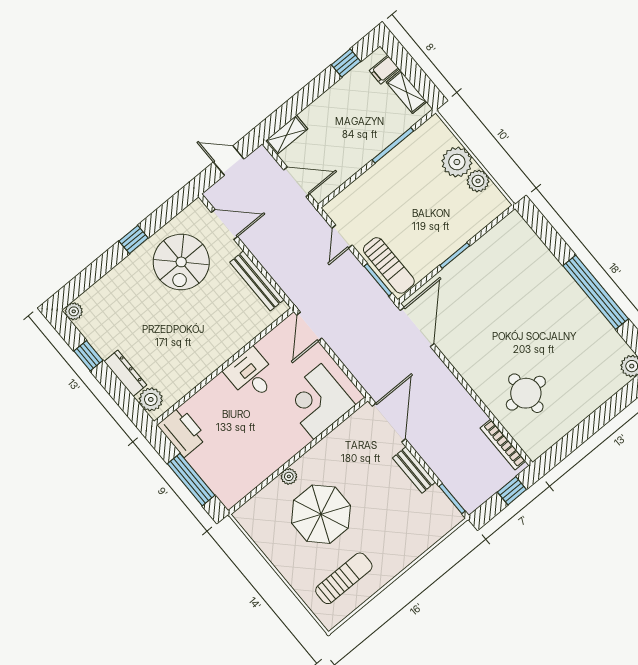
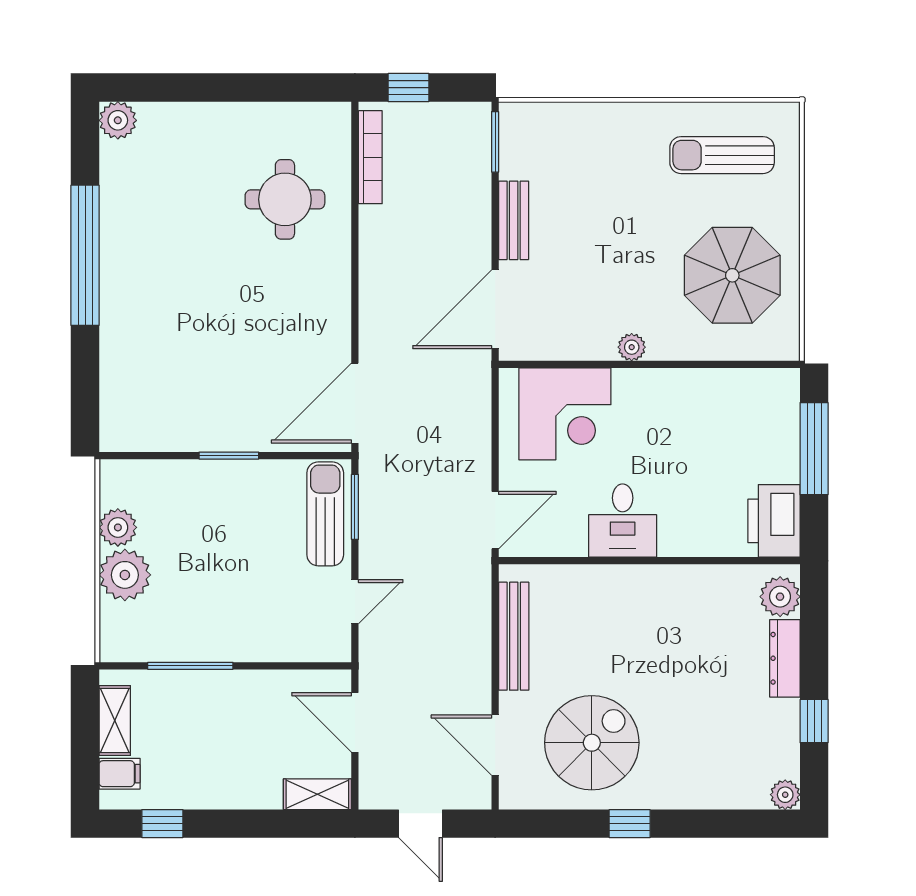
plant: (289, 476) -> (632, 347), moved
parasol: (321, 514) -> (732, 275), moved

